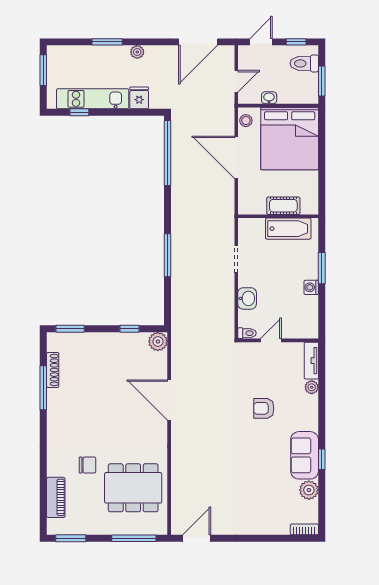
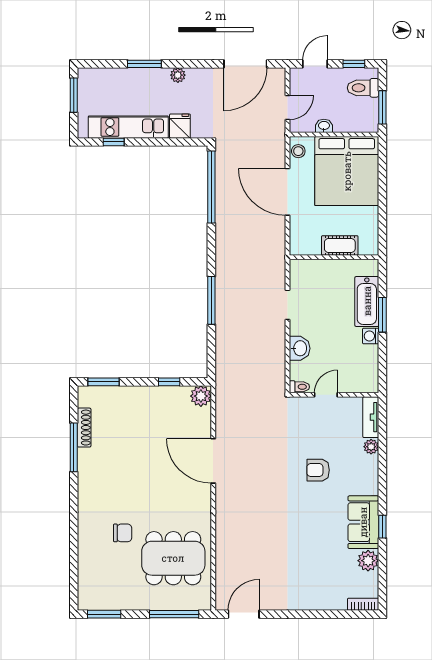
bathtub: (288, 229) -> (367, 301), moved, turned 90
piano: (56, 497) -> (87, 569), removed

